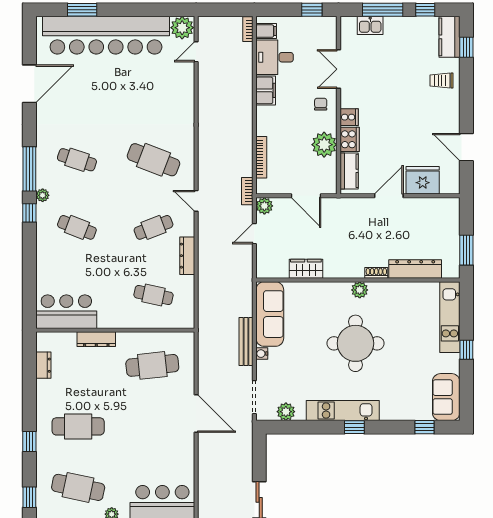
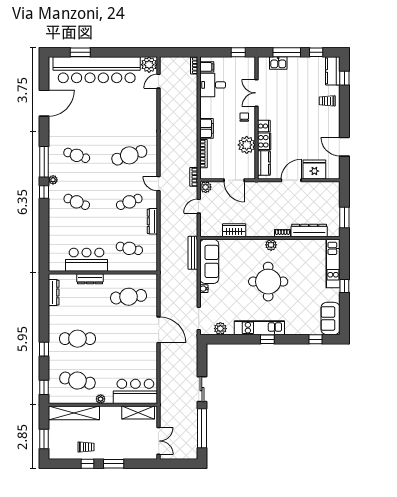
filing cabinet: (266, 90) -> (206, 128), moved
cafe table: (153, 160) -> (129, 155), turned -39
bar counter: (66, 312) -> (87, 260), moved
bench: (246, 341) -> (193, 253), moved
dresser: (43, 365) -> (54, 293), width x1.44

